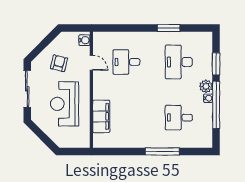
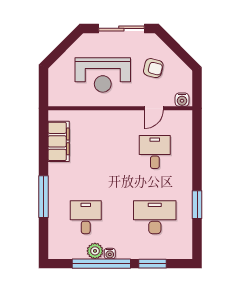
plant: (206, 86) -> (95, 251), moved
reception desk: (65, 104) -> (103, 75), turned 180
filing cabinet: (101, 116) -> (59, 141), moved, turned -90

